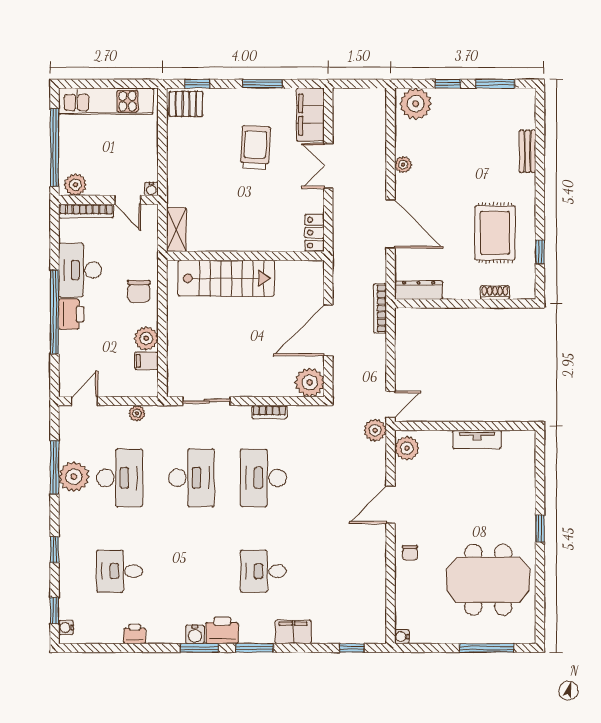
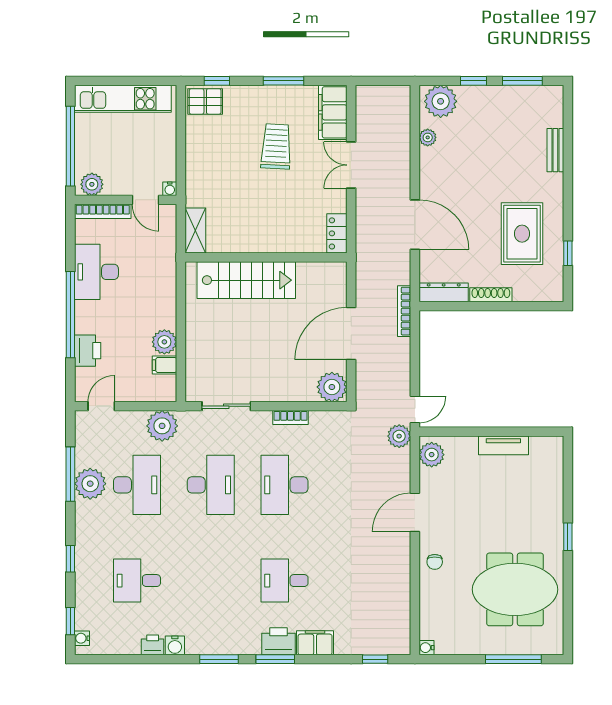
plant: (403, 165) -> (428, 137), moved
chair: (139, 291) -> (157, 294), removed
shoe rack: (495, 292) -> (491, 295), moved, width x1.43
printer: (71, 314) -> (88, 351), moved
plant: (137, 413) -> (162, 426), width x1.88, depth x1.88
printer: (222, 630) -> (278, 641), moved
water cooler: (195, 634) -> (175, 645), moved

